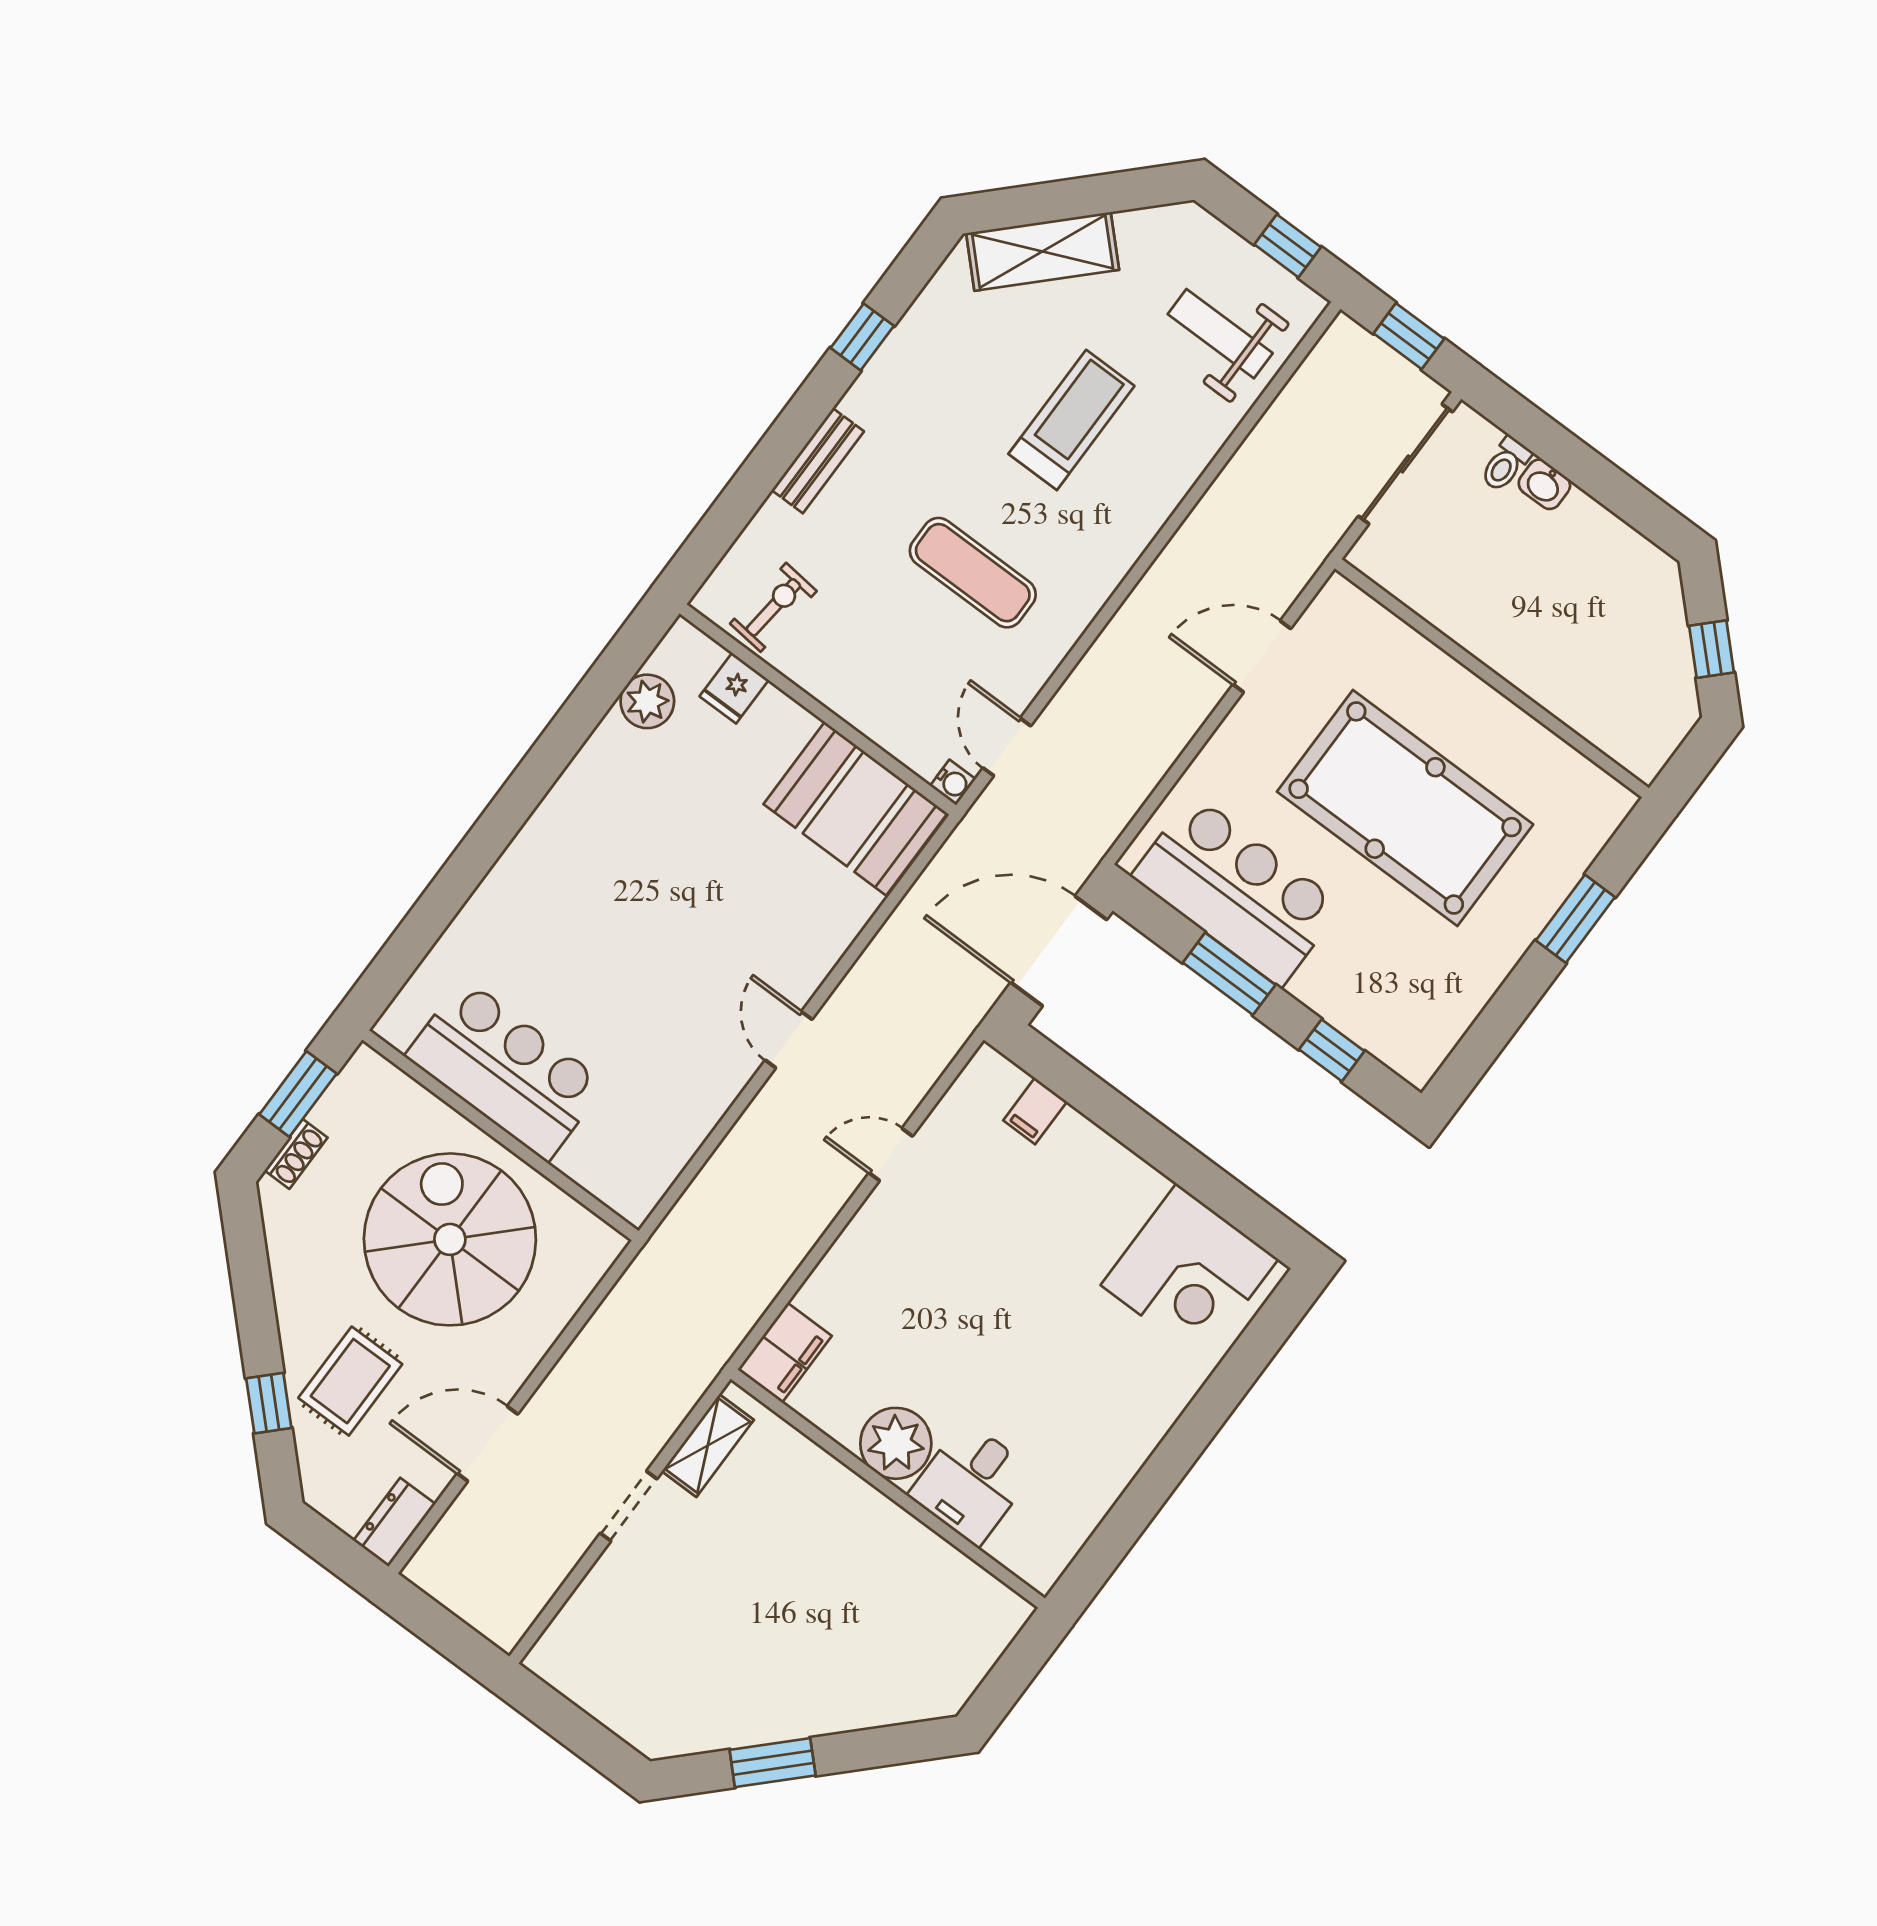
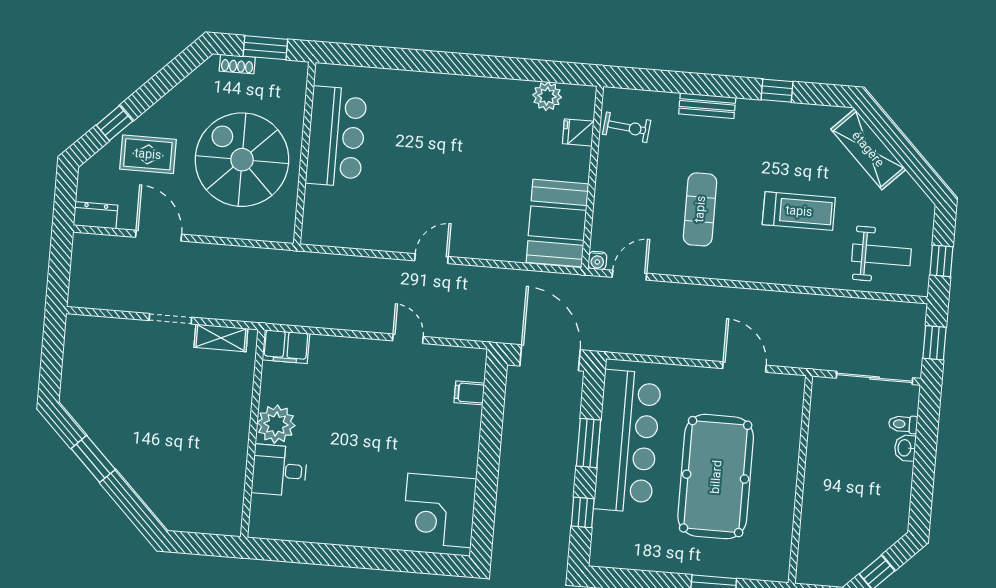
weight bench: (1220, 334) -> (881, 255), turned 90
bar counter: (1237, 891) -> (628, 441), width x1.36
spiral stairs: (450, 1239) -> (242, 160), turned -90

